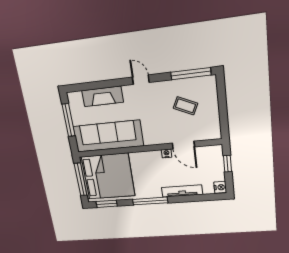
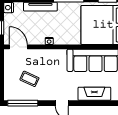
door: (183, 145) -> (18, 47), moved

